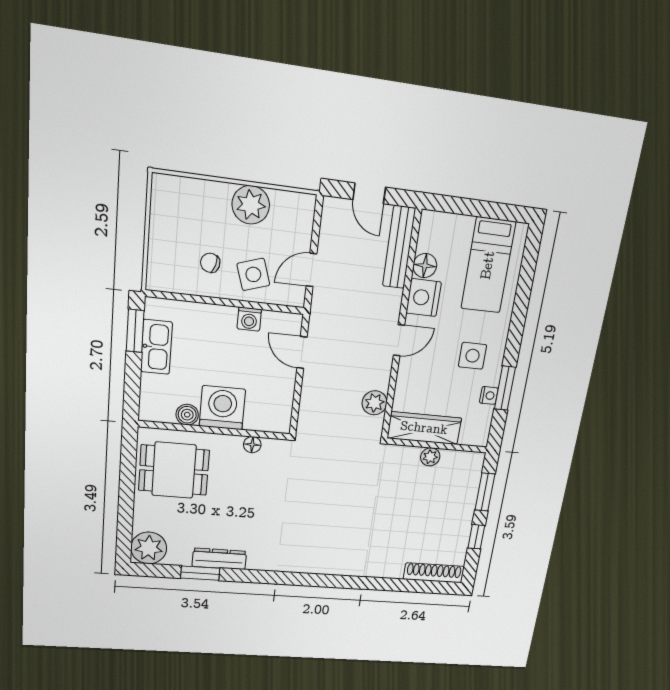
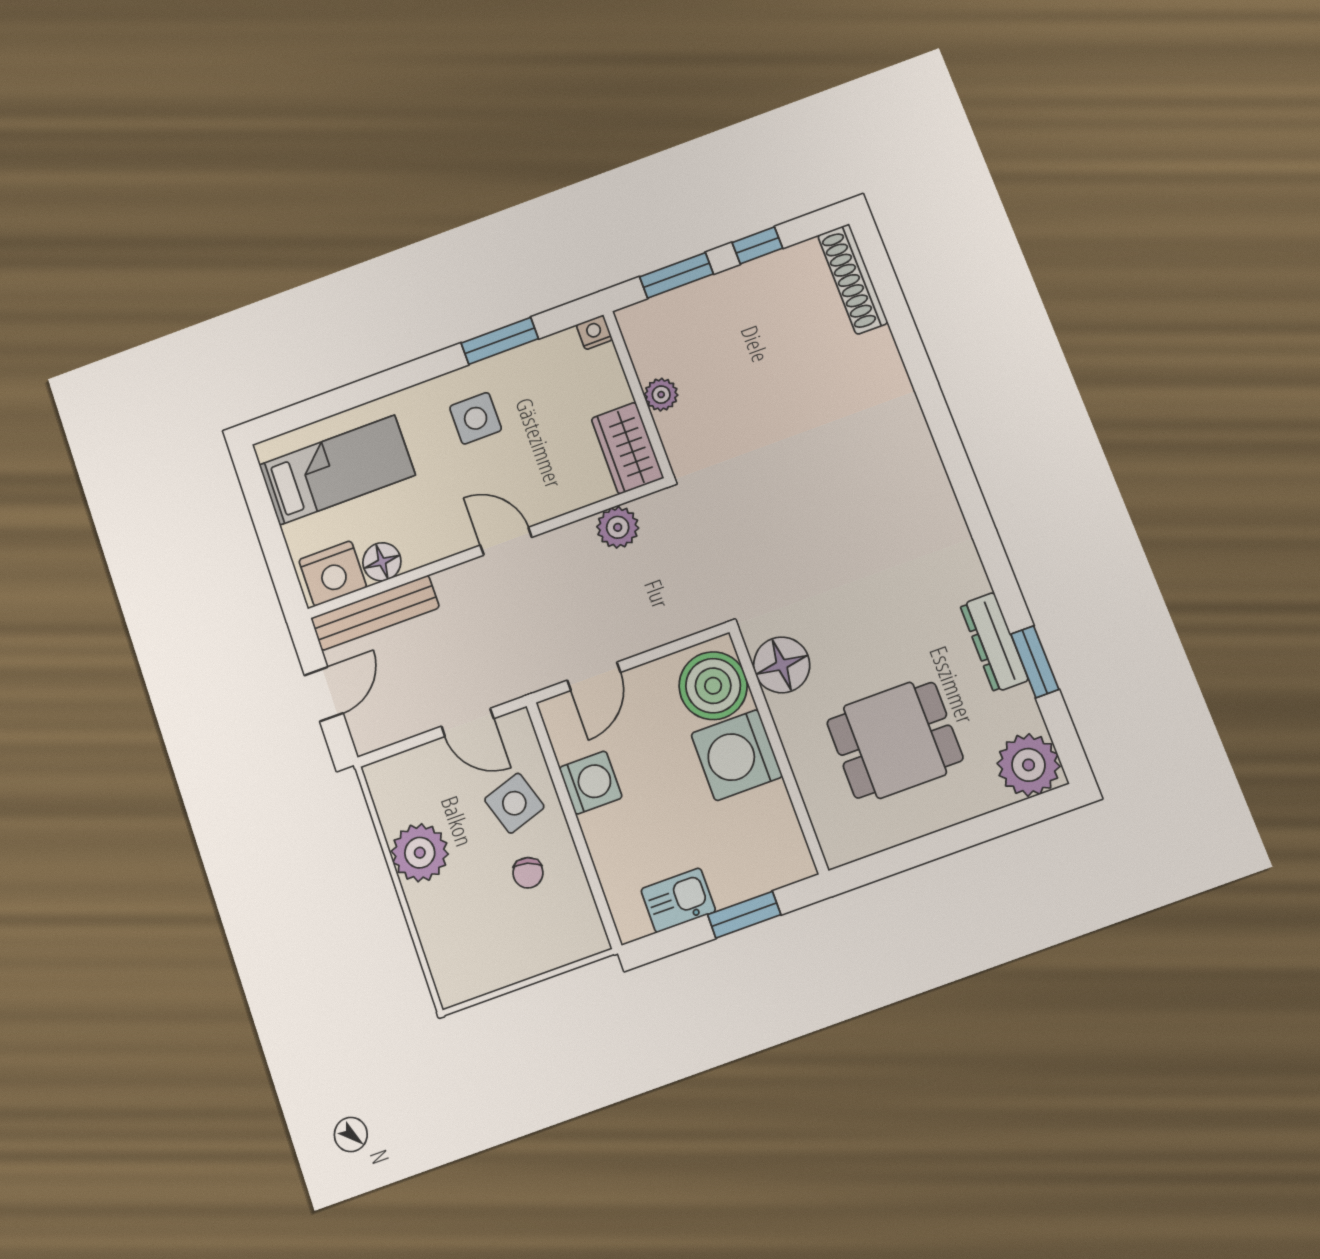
nightstand: (424, 298) -> (333, 574), moved
washing machine: (249, 319) -> (591, 783), width x1.38, depth x1.38
window: (135, 331) -> (744, 915), moved
kitchen sink: (156, 347) -> (678, 900), width x0.73
nightstand: (489, 395) -> (594, 332), moved
boiler: (187, 415) -> (713, 686), moved, width x1.86, depth x1.86
wardrobe: (424, 428) -> (627, 448), width x0.67
floor lamp: (252, 445) -> (782, 665), width x1.89, depth x1.89
dining table: (174, 470) -> (895, 740), moved, turned 90

